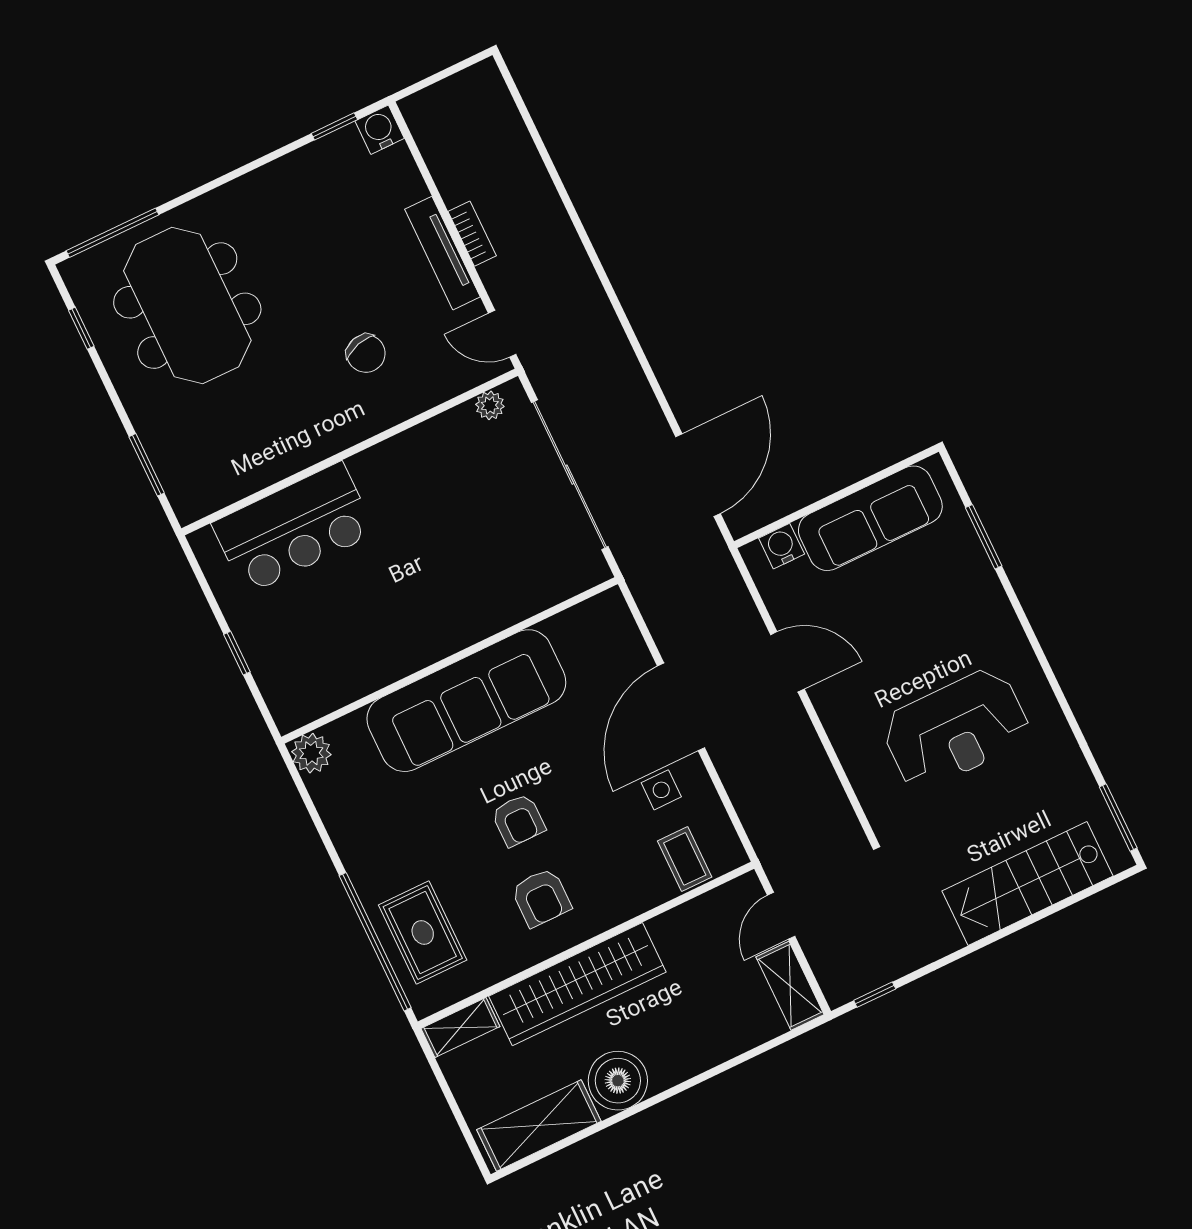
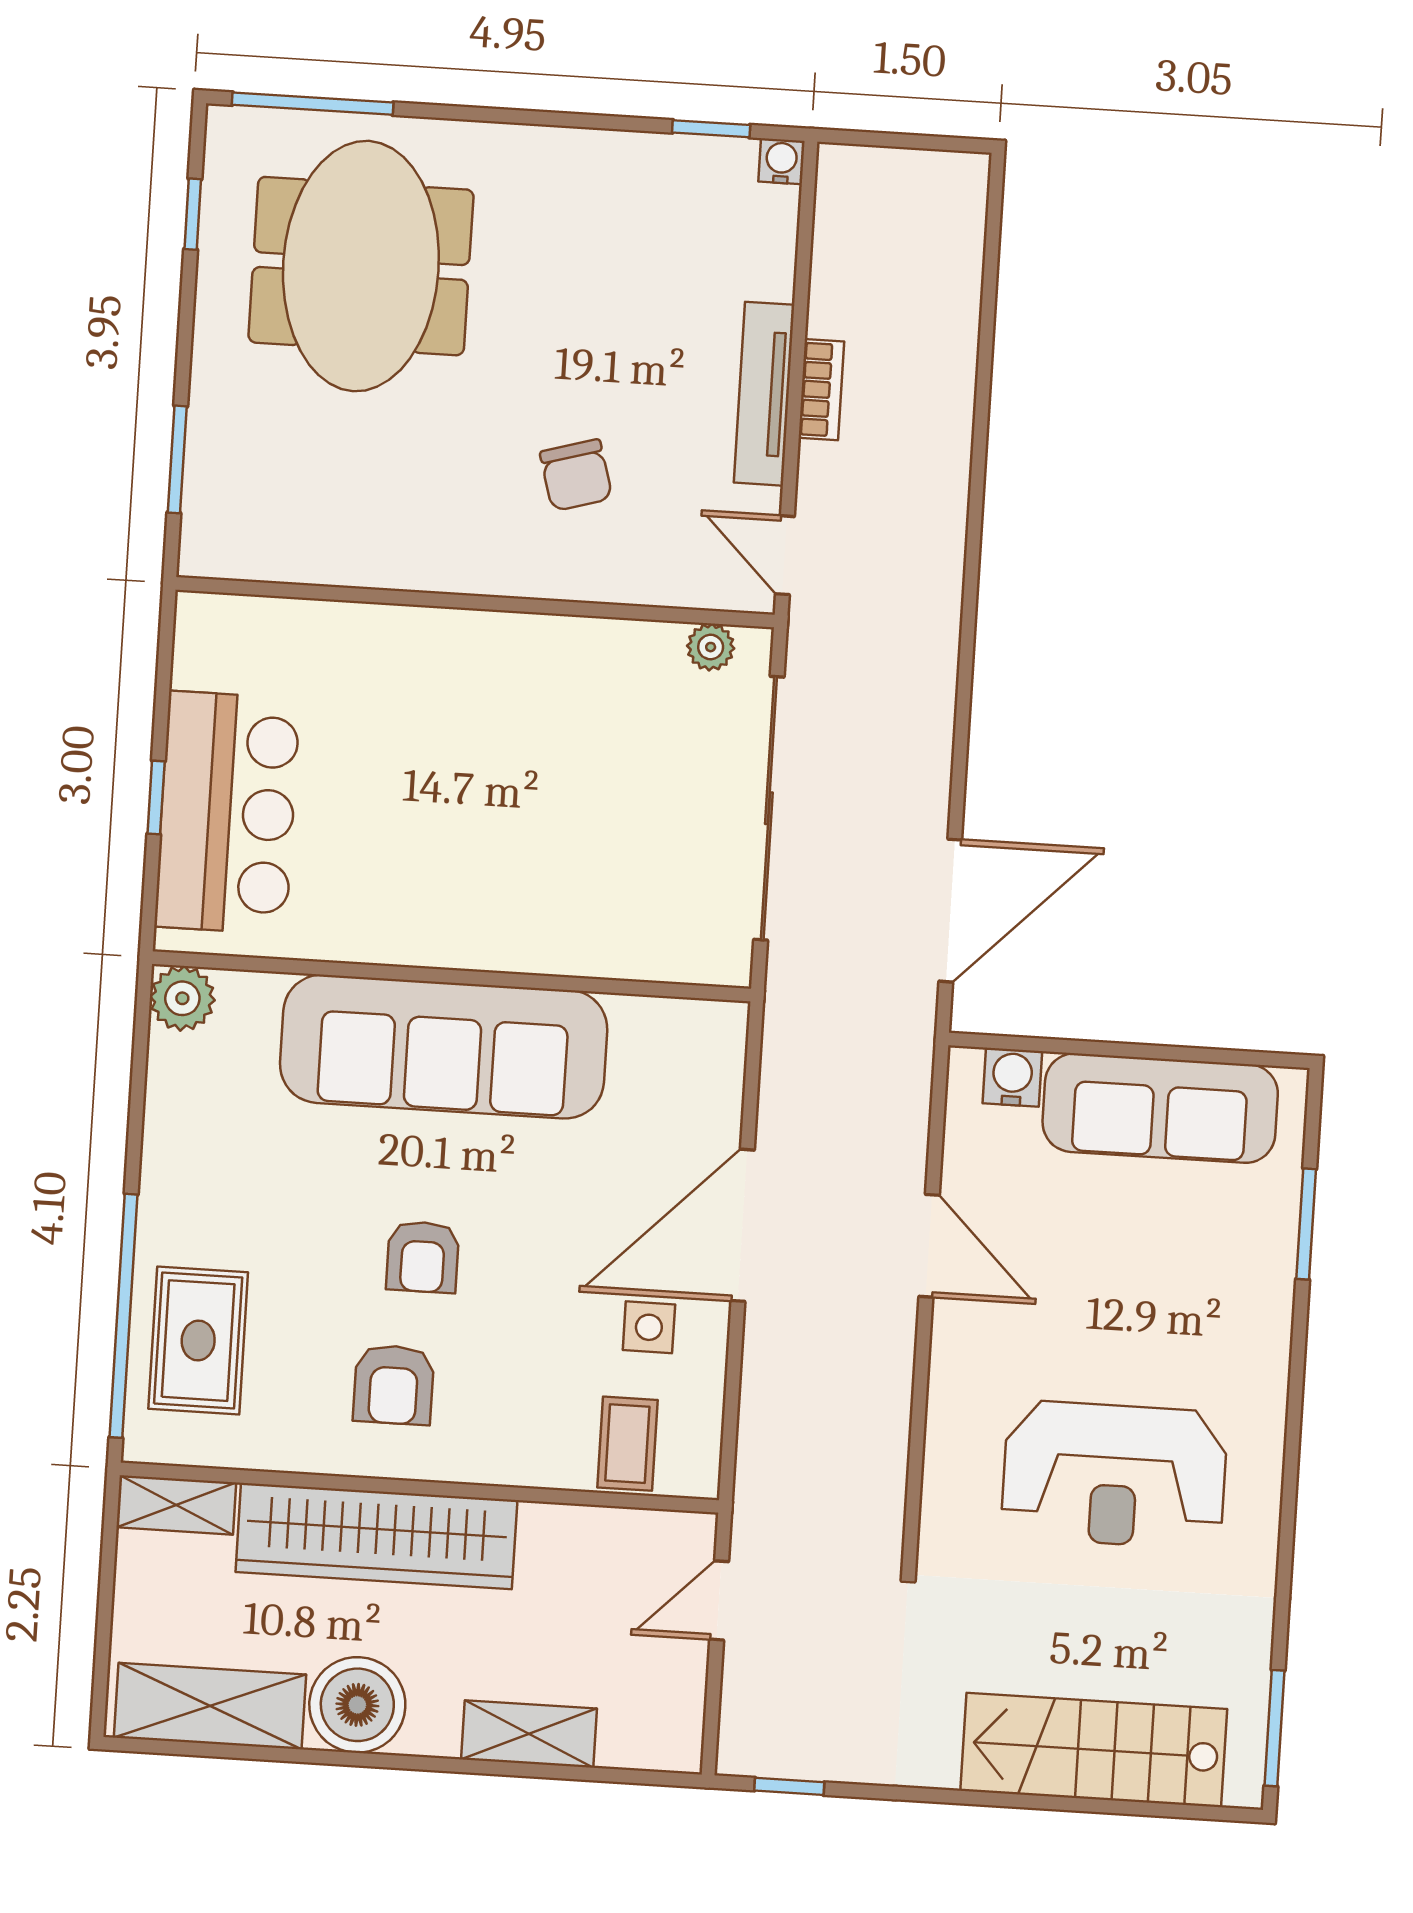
water cooler: (380, 130) -> (781, 161), width x0.72, depth x0.72
bar counter: (294, 528) -> (227, 813), moved, turned -90
shelving: (790, 986) -> (529, 1734), moved, turned 90

